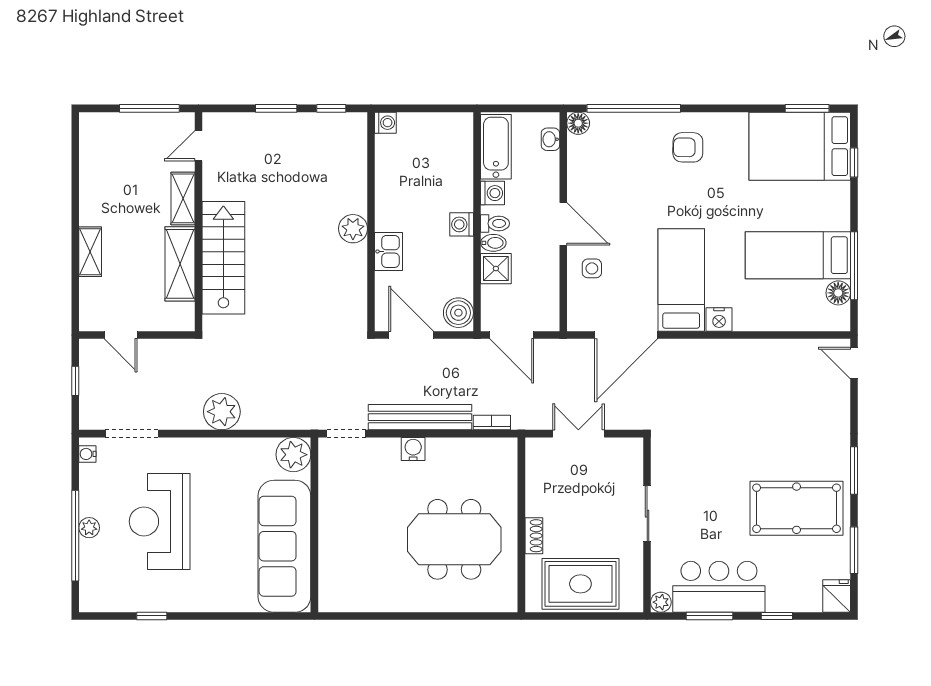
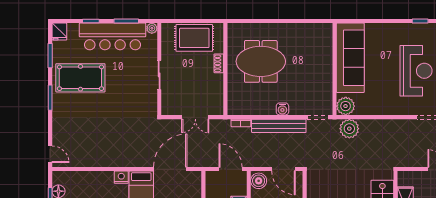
plant: (222, 412) -> (349, 129), moved
bar counter: (719, 587) -> (113, 36), width x1.36

